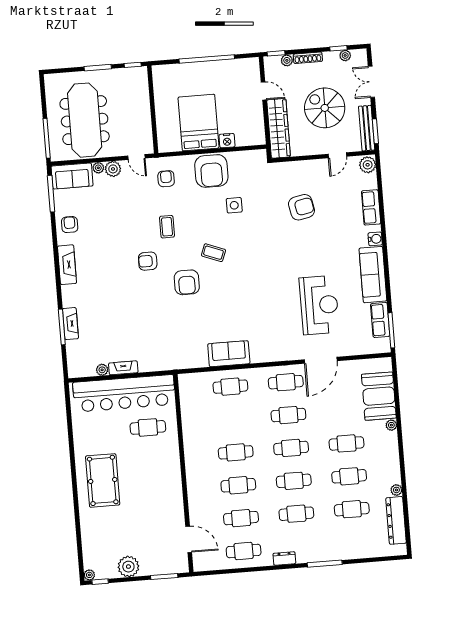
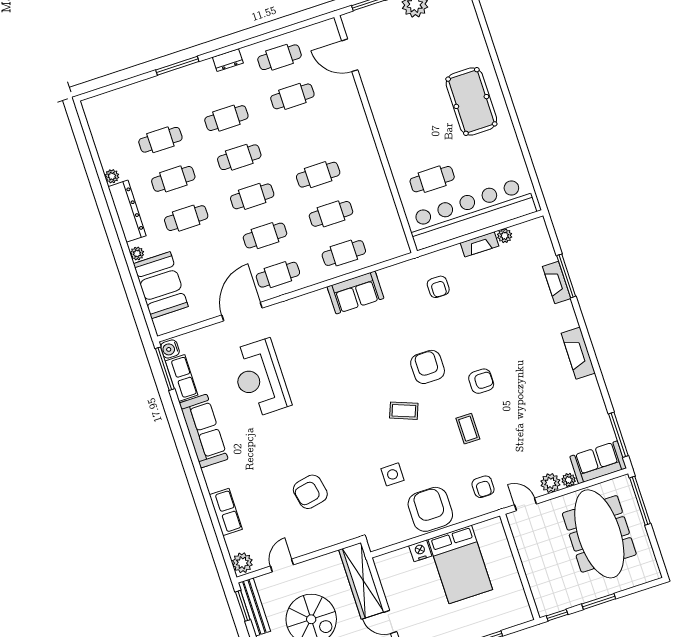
armchair: (70, 225) -> (438, 287), moved
water cooler: (375, 239) -> (170, 349), moved
cafe table: (238, 485) -> (331, 214), moved
dresser: (396, 520) -> (127, 211), moved

